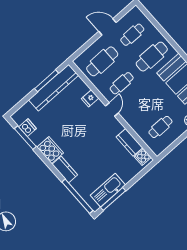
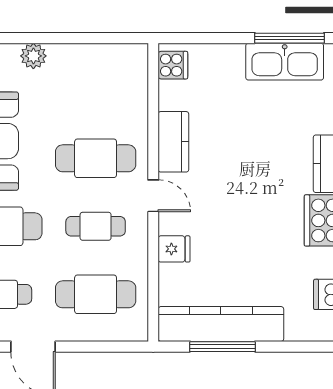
door: (112, 109) -> (153, 196), swing flipped
cafe table: (160, 127) -> (96, 158), moved, width x1.37, depth x1.35
kitchen counter: (129, 142) -> (173, 142), moved

